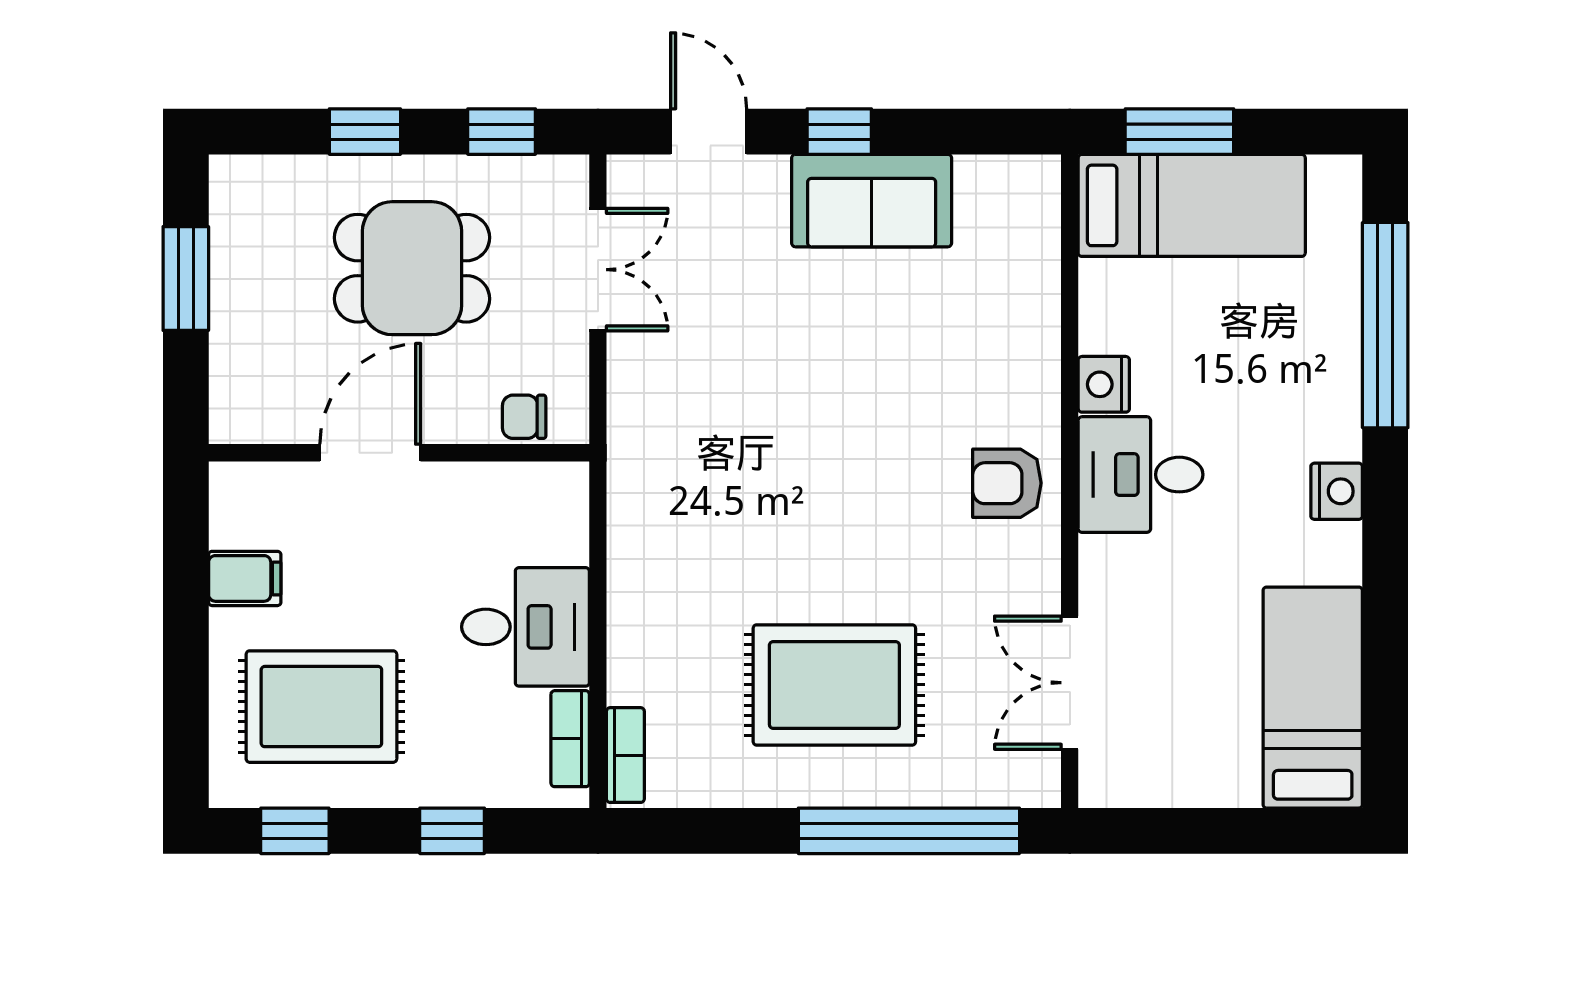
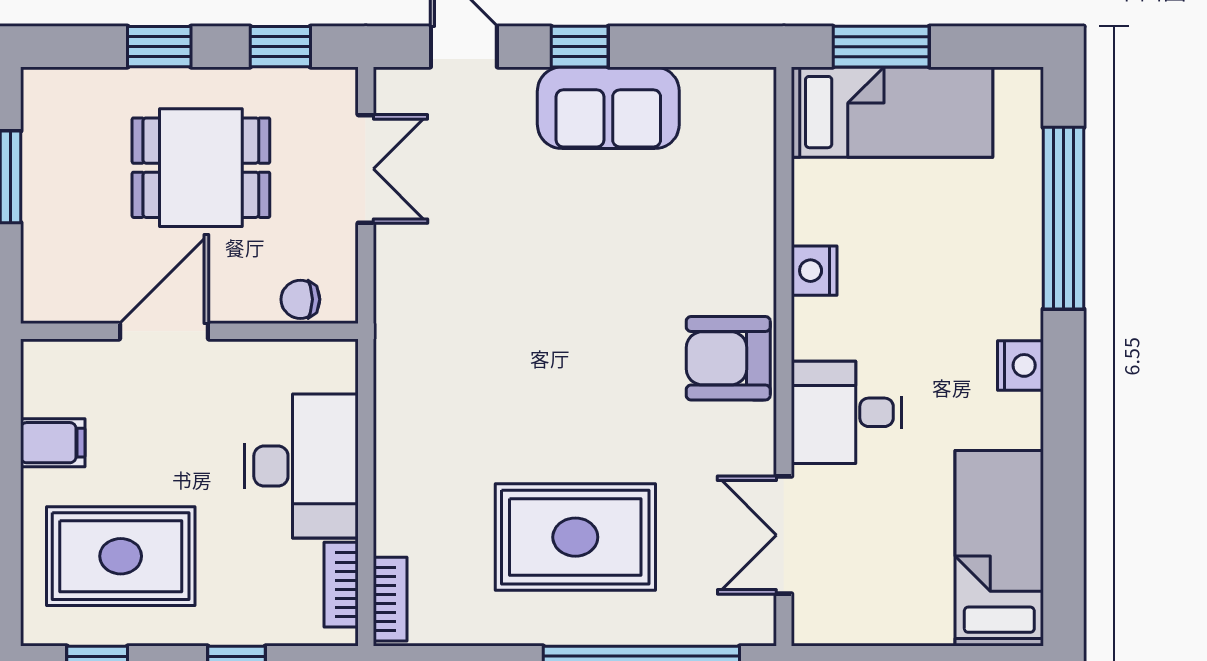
desk: (1141, 475) -> (847, 412), moved
armchair: (1007, 483) -> (728, 358), width x1.38, depth x1.38
desk: (525, 627) -> (302, 466), width x1.37

